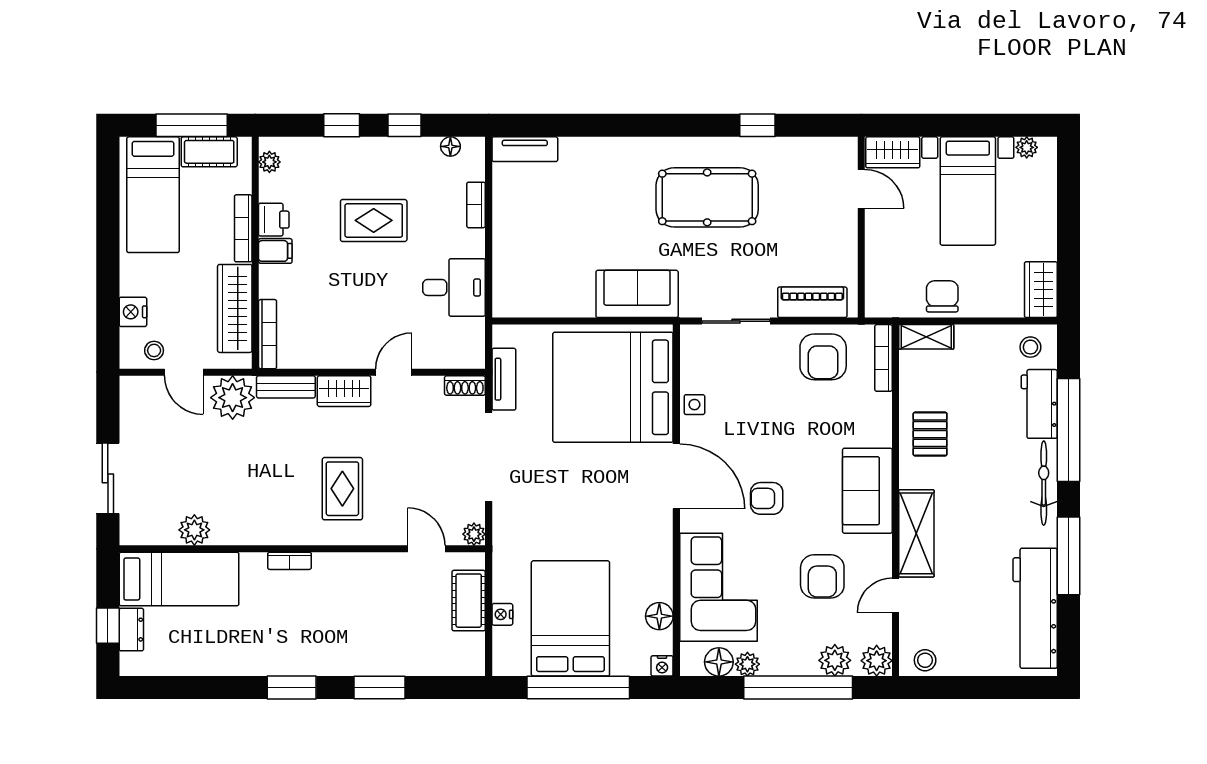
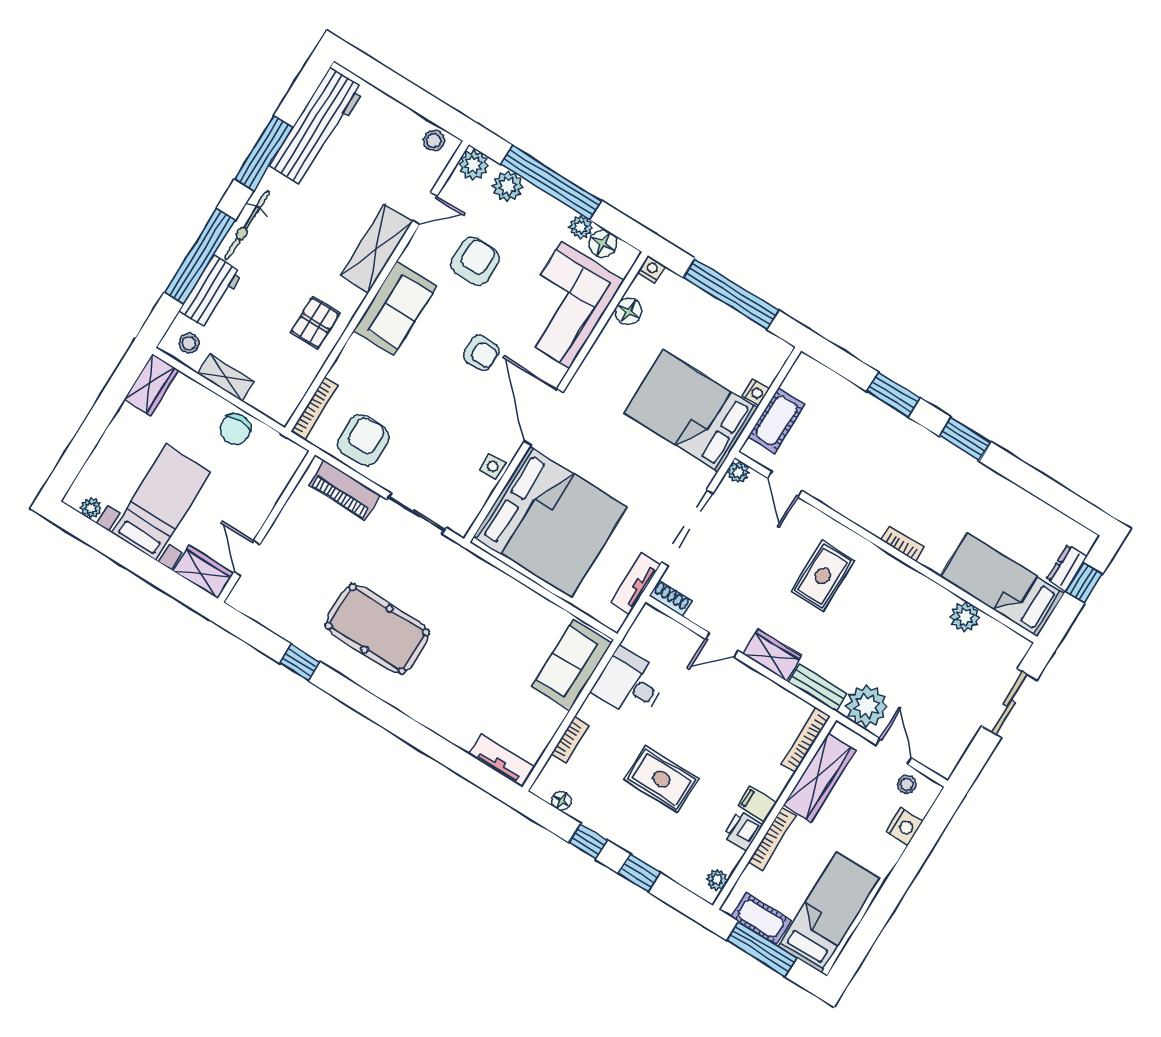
sofa: (637, 294) -> (572, 665), moved, turned 90
shelving: (926, 337) -> (226, 377), moved
bed: (570, 618) -> (691, 411), moved, turned 90

